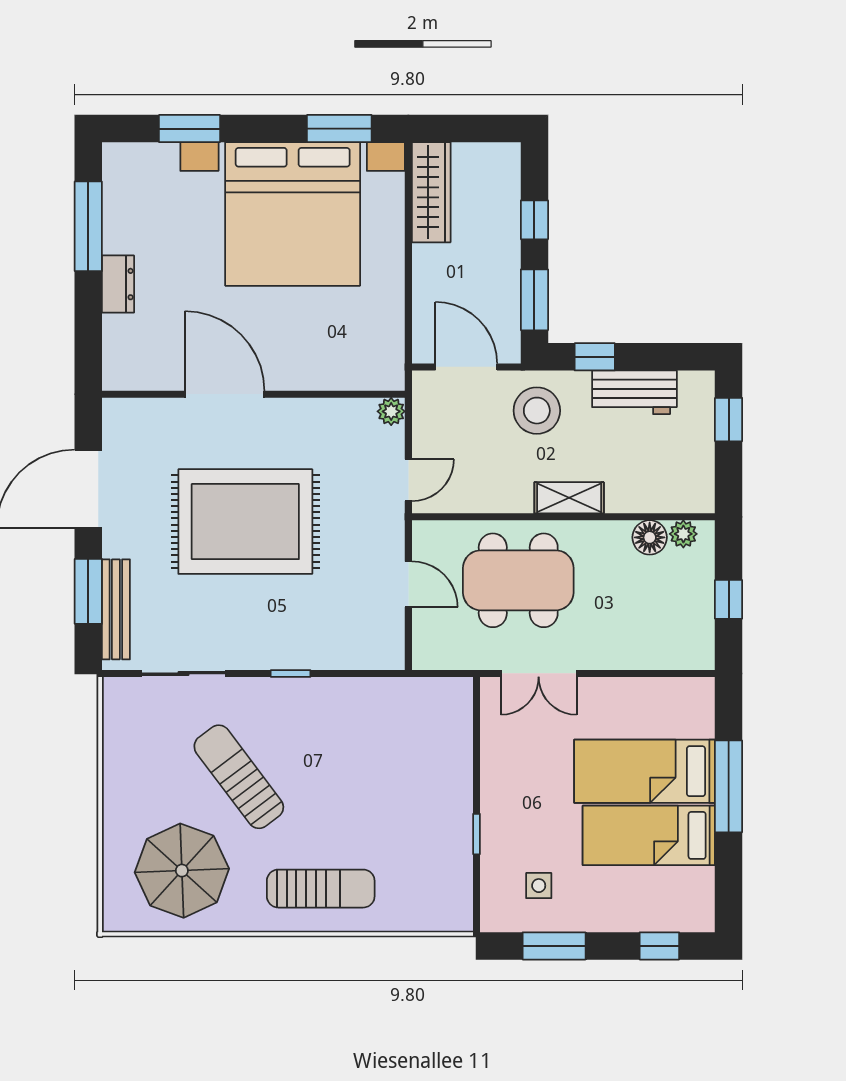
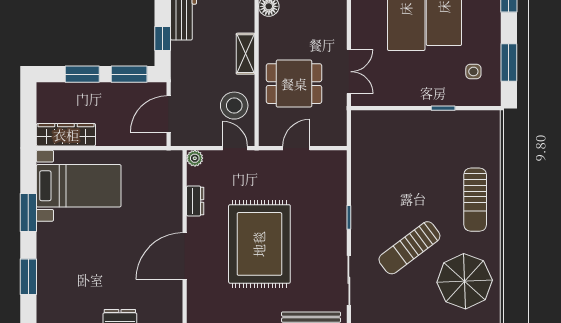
window: (339, 129) -> (28, 212), moved
bed with nightstands: (293, 214) -> (79, 186), width x0.54
window: (534, 220) -> (82, 74), width x1.50
stool: (537, 411) -> (234, 106), moved
dresser: (318, 412) -> (195, 201), added
dining table: (518, 580) -> (294, 84), width x0.73
sun lounger: (321, 889) -> (475, 200), turned 180

